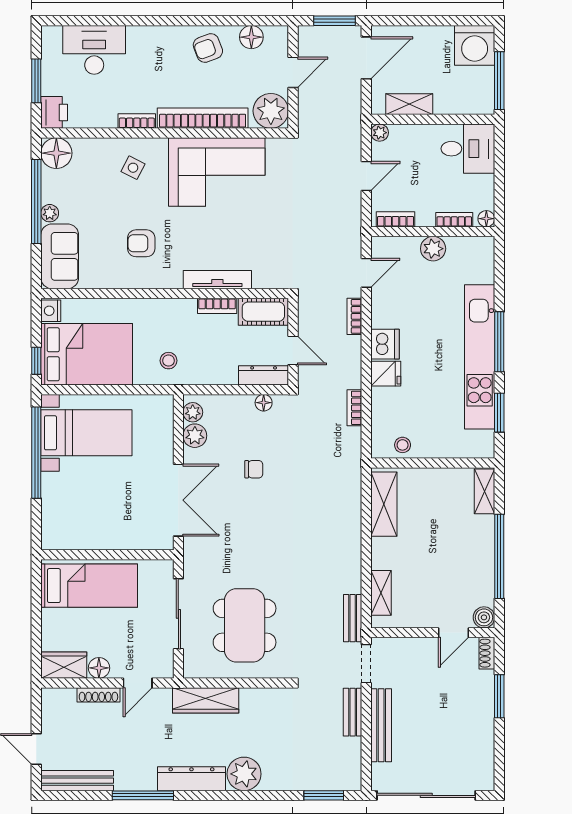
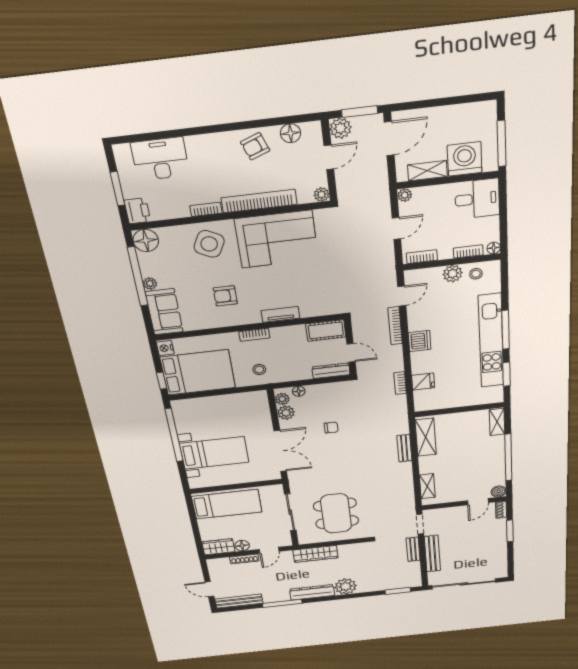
plant: (310, 38) -> (340, 128), added
washing machine: (475, 45) -> (465, 159), moved, turned 180
plant: (271, 111) -> (322, 195), width x0.53, depth x0.53
side table: (133, 168) -> (209, 244), width x1.87, depth x1.87
tv unit: (217, 280) -> (280, 314), width x0.71
bookcase: (217, 306) -> (254, 335), moved
bookcase: (354, 316) -> (395, 326), width x1.56
fridge: (386, 374) -> (423, 382), moved
floor lamp: (264, 403) -> (299, 391), moved
bed with nightstands: (86, 433) -> (214, 453), moved
stool: (403, 445) -> (476, 274), moved
bench: (353, 618) -> (404, 448), moved

